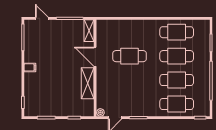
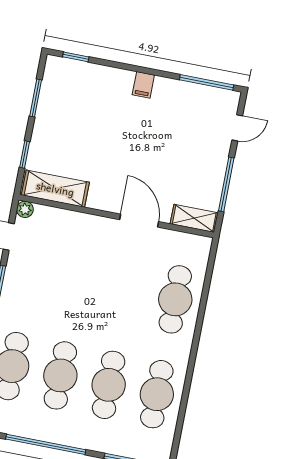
cafe table: (130, 56) -> (175, 299), moved
door: (95, 57) -> (139, 221), hinge flipped
shelving: (88, 83) -> (55, 189), moved

